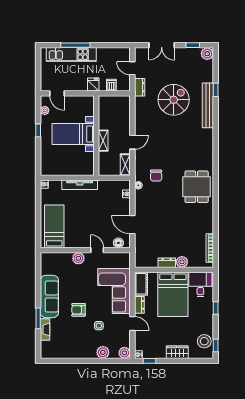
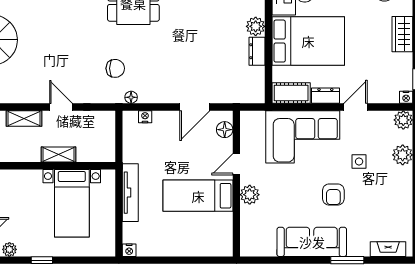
bed with nightstands: (73, 134) -> (72, 203), moved
shelving: (125, 165) -> (24, 118), moved
bed: (54, 226) -> (198, 196), moved
fireplace: (45, 329) -> (388, 249), moved

